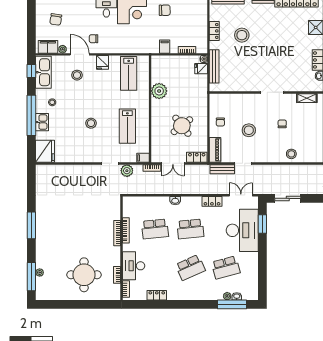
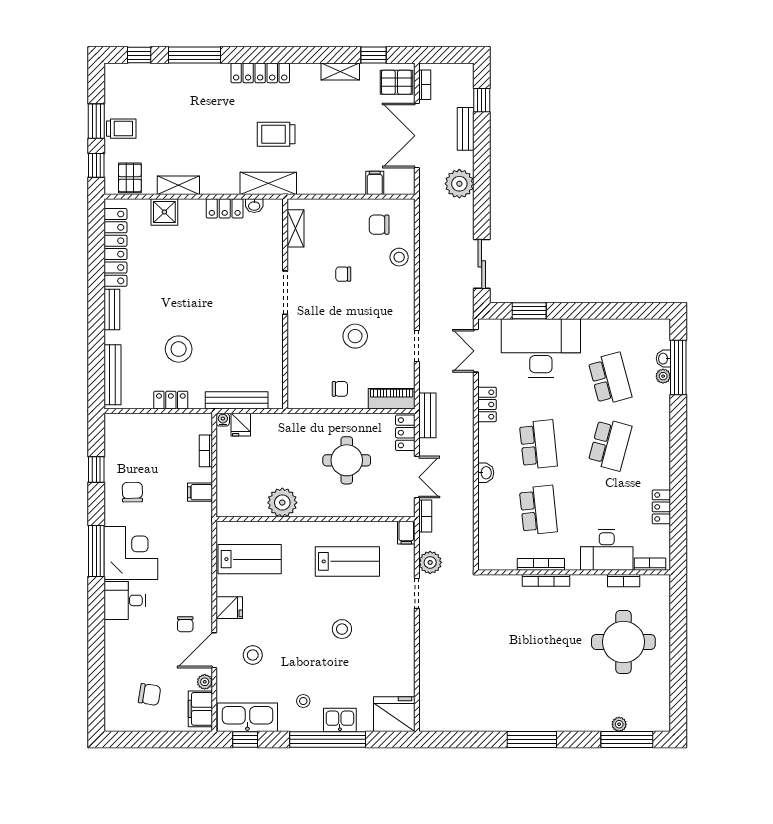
round table: (182, 126) -> (347, 460), turned 38
chair: (309, 143) -> (379, 225), added
bench: (222, 169) -> (427, 415), moved
school desk: (190, 267) -> (610, 444), turned 39

